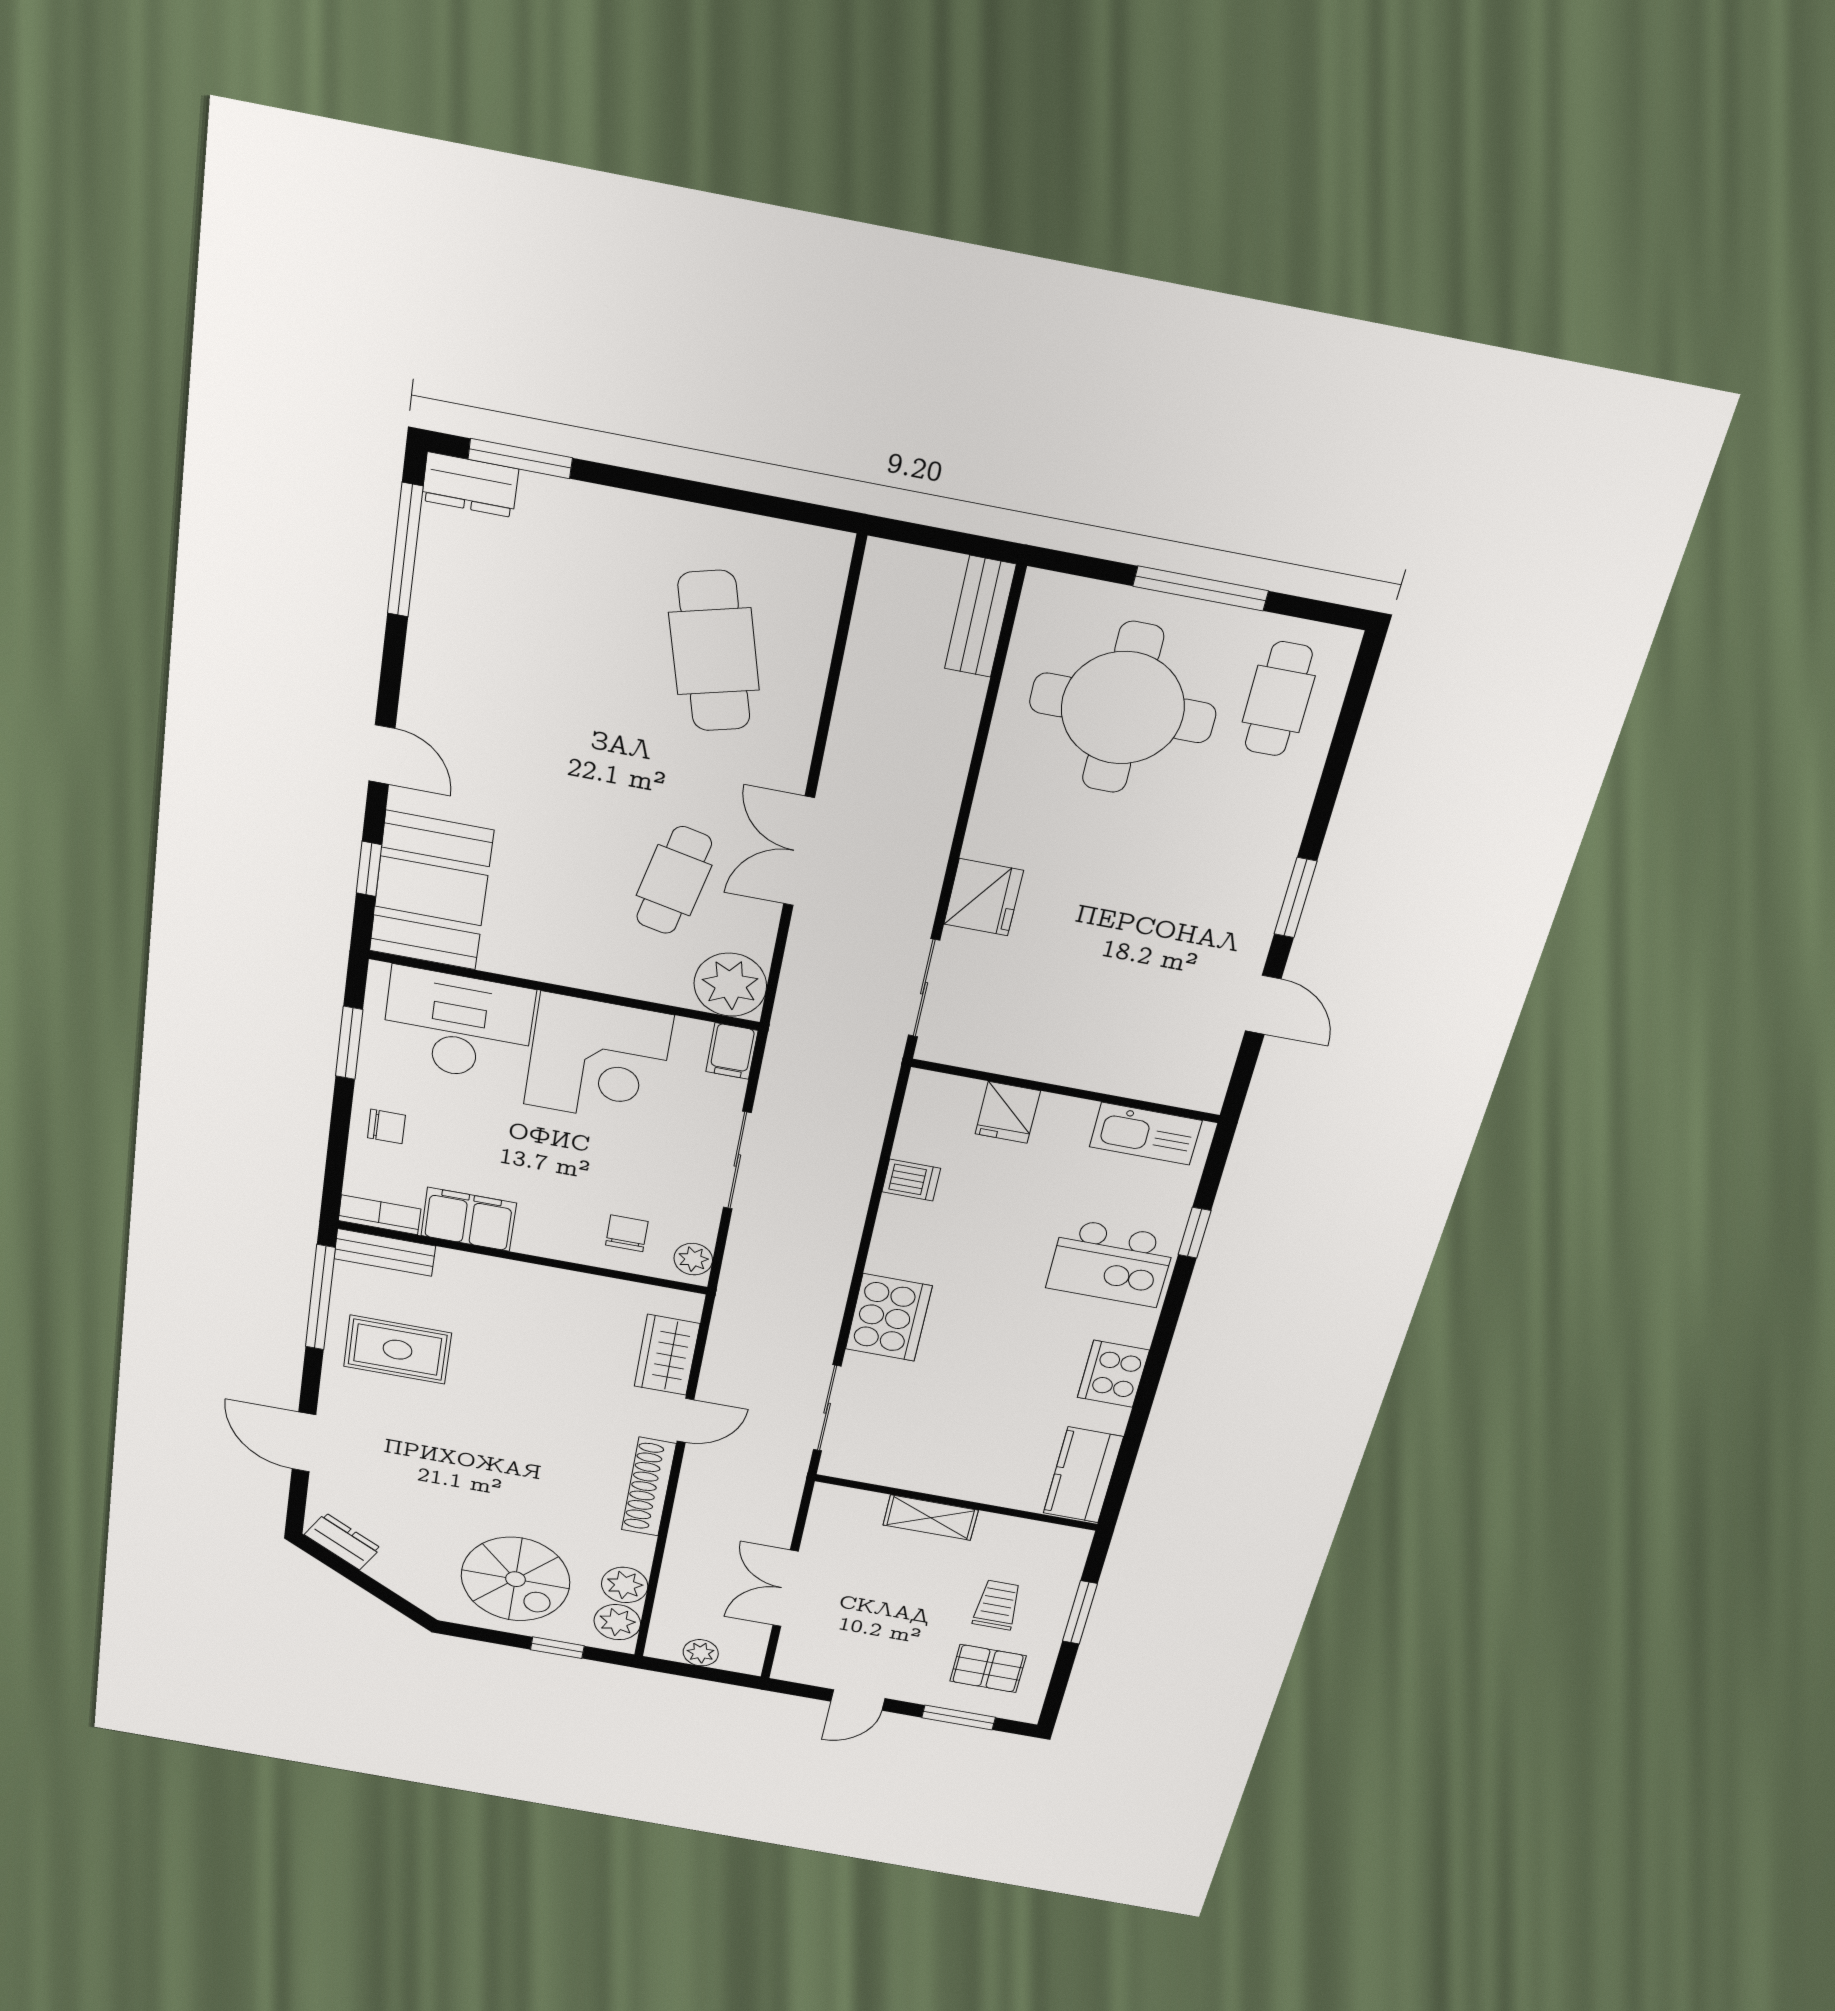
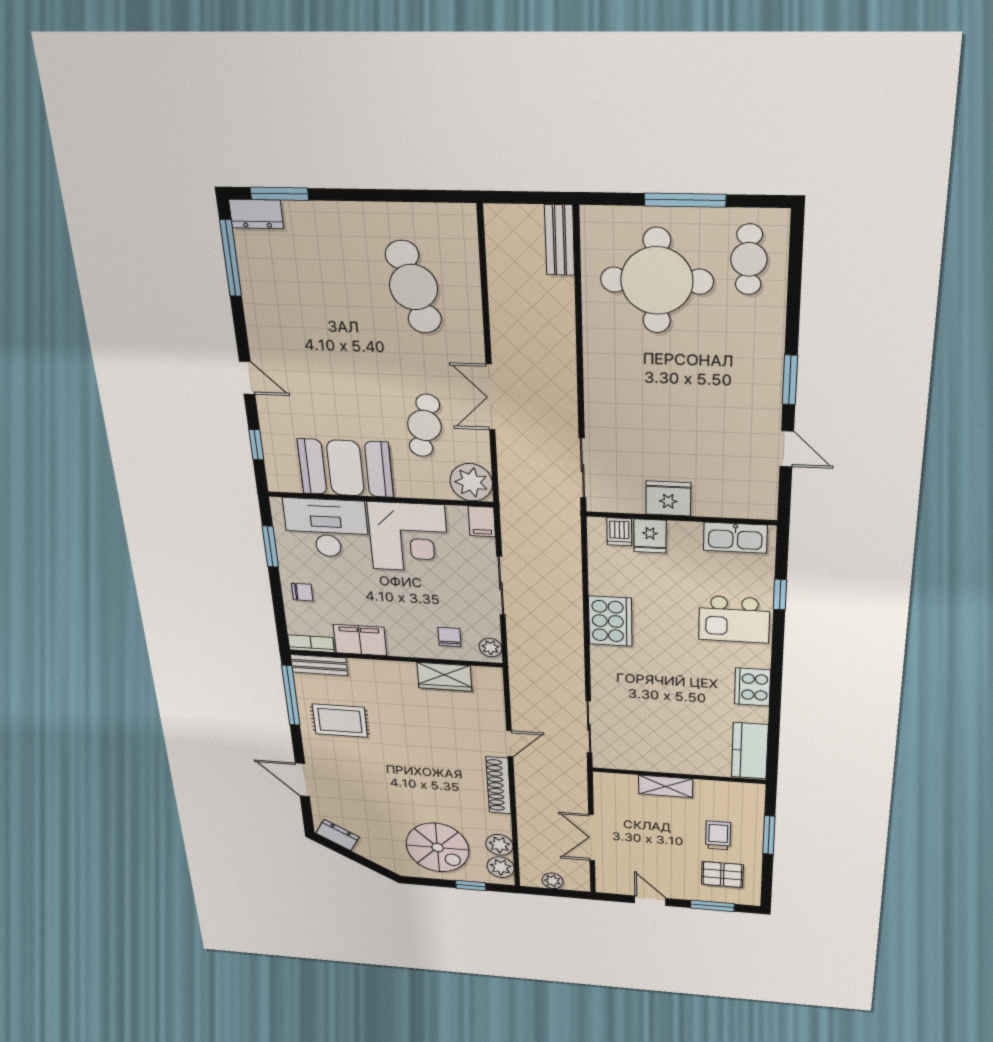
booth: (431, 891) -> (345, 468), moved, turned 90
fridge: (984, 897) -> (668, 499), moved, turned -90
dishwasher: (911, 1180) -> (619, 532), moved, turned 90
cooker: (889, 1317) -> (610, 621), moved
wardrobe: (667, 1355) -> (444, 677), moved, turned -90
door: (858, 1700) -> (650, 901), swing flipped

